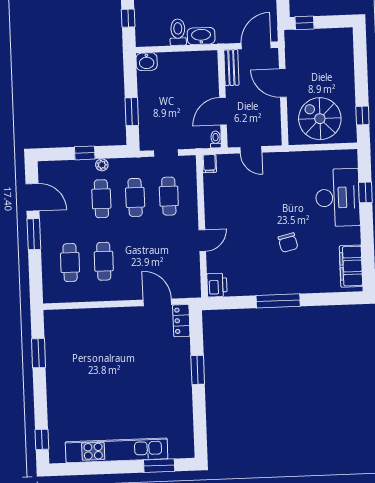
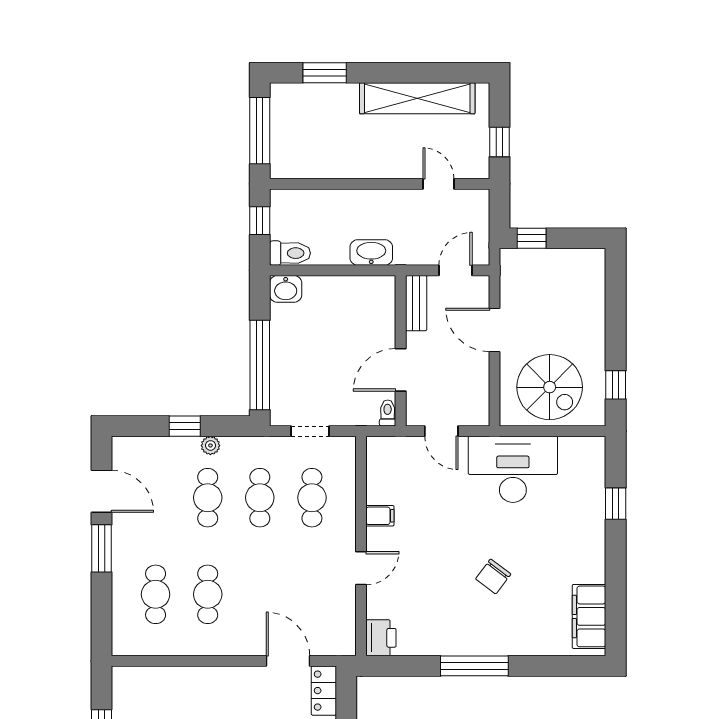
toilet: (178, 32) -> (290, 253), moved, turned 90
door: (256, 45) -> (456, 270), width x0.73
window: (132, 112) -> (260, 365), width x2.11
spiral stairs: (320, 119) -> (550, 387), turned 180
filing cabinet: (209, 164) -> (380, 516), moved, turned -90
desk: (338, 198) -> (513, 469), moved, turned -90
chair: (288, 243) -> (493, 576), turned 50

